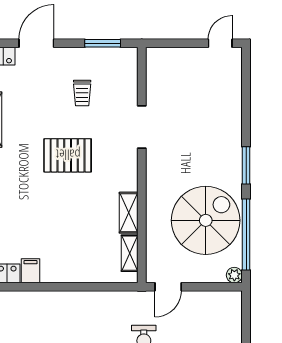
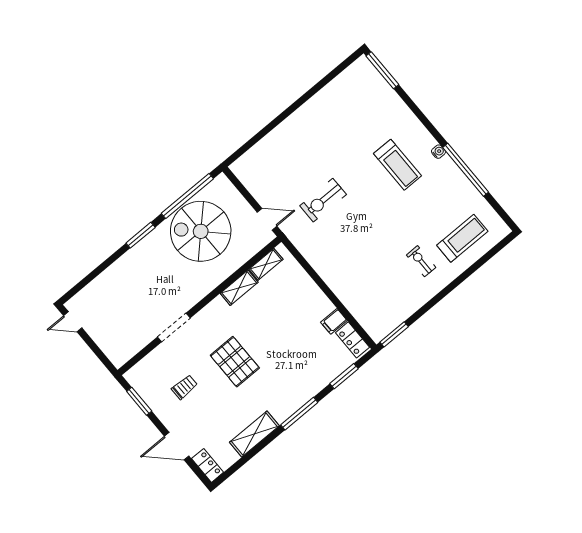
plant: (234, 275) -> (222, 181), removed

